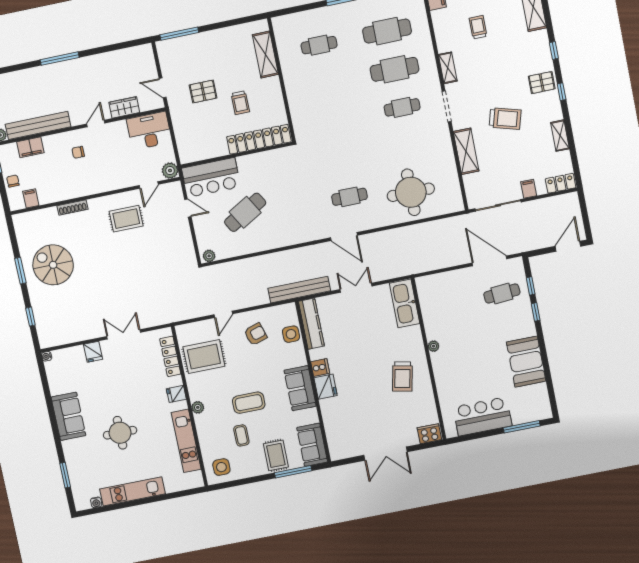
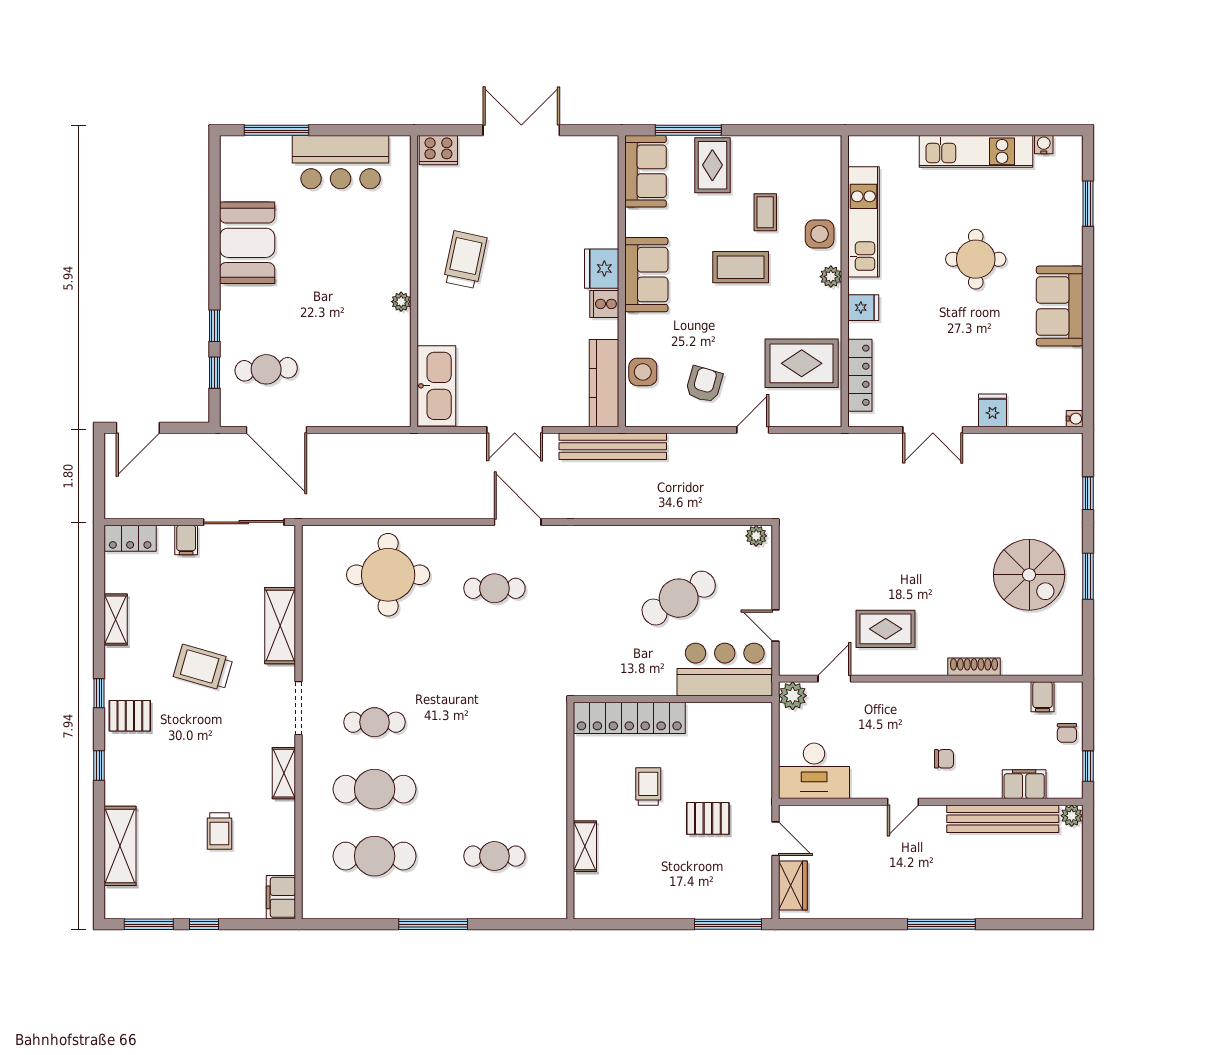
shelving: (265, 55) -> (585, 846), width x0.67, depth x0.75
wardrobe: (124, 107) -> (793, 885), moved, turned -90
armchair: (256, 334) -> (704, 384), turned 123
side table: (221, 467) -> (820, 234), moved

